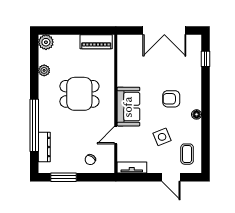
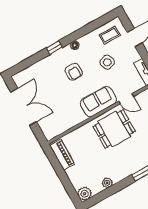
window: (205, 59) -> (54, 48), moved
dining table: (79, 94) -> (114, 129), moved, turned 90

